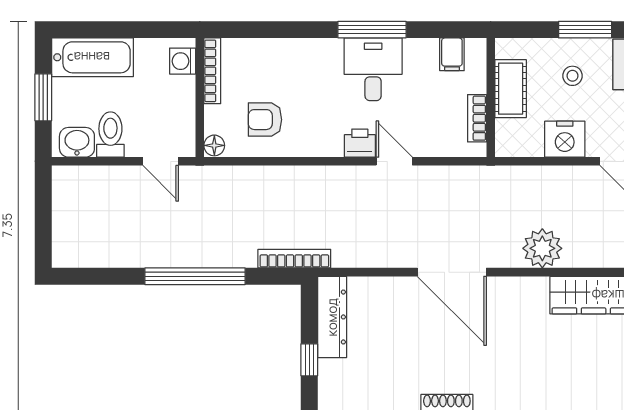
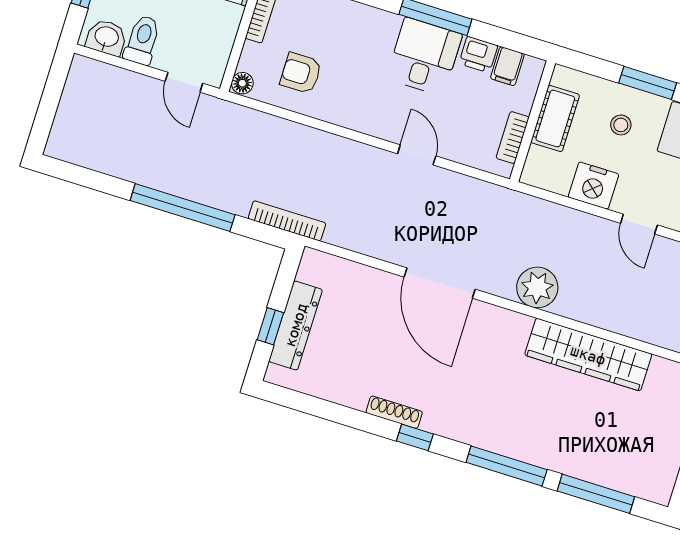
printer: (360, 143) -> (478, 55), moved, turned 180
dresser: (332, 317) -> (296, 325), moved

